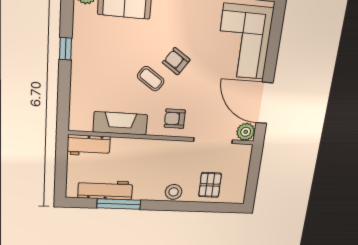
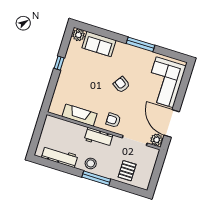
coffee table: (151, 79) -> (104, 92), removed
workbench: (89, 145) -> (98, 137), moved
stool: (174, 192) -> (91, 163), moved
window: (119, 204) -> (96, 178), moved

